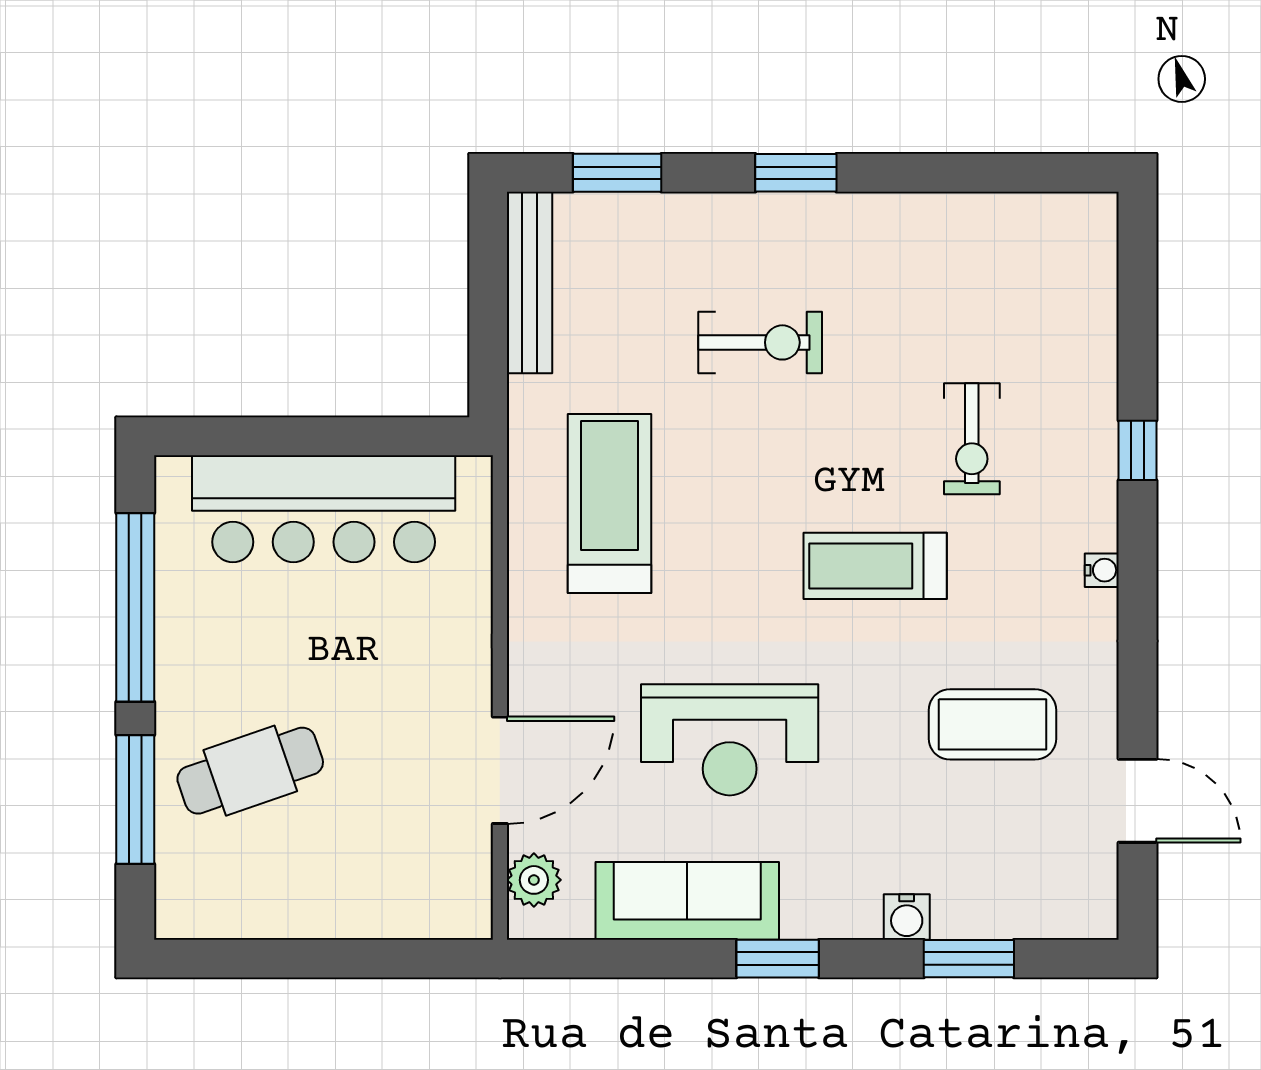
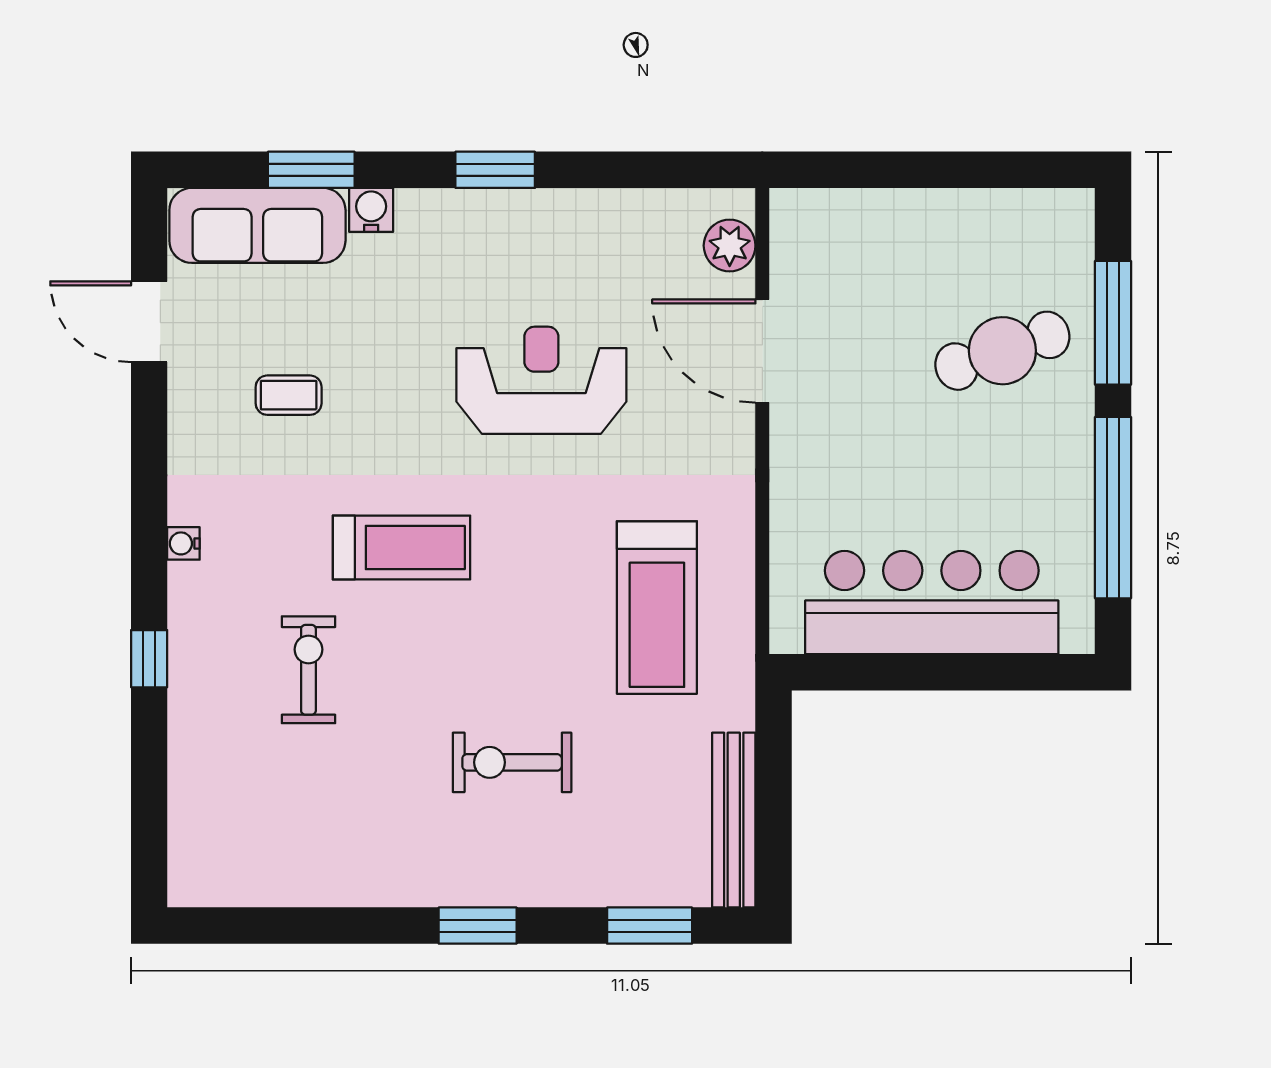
coffee table: (993, 724) -> (289, 395), width x0.54, depth x0.58
door: (500, 770) -> (762, 351), hinge flipped
sofa: (687, 901) -> (257, 225), moved

